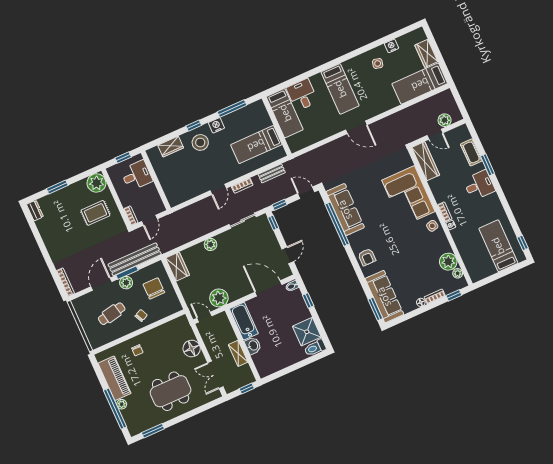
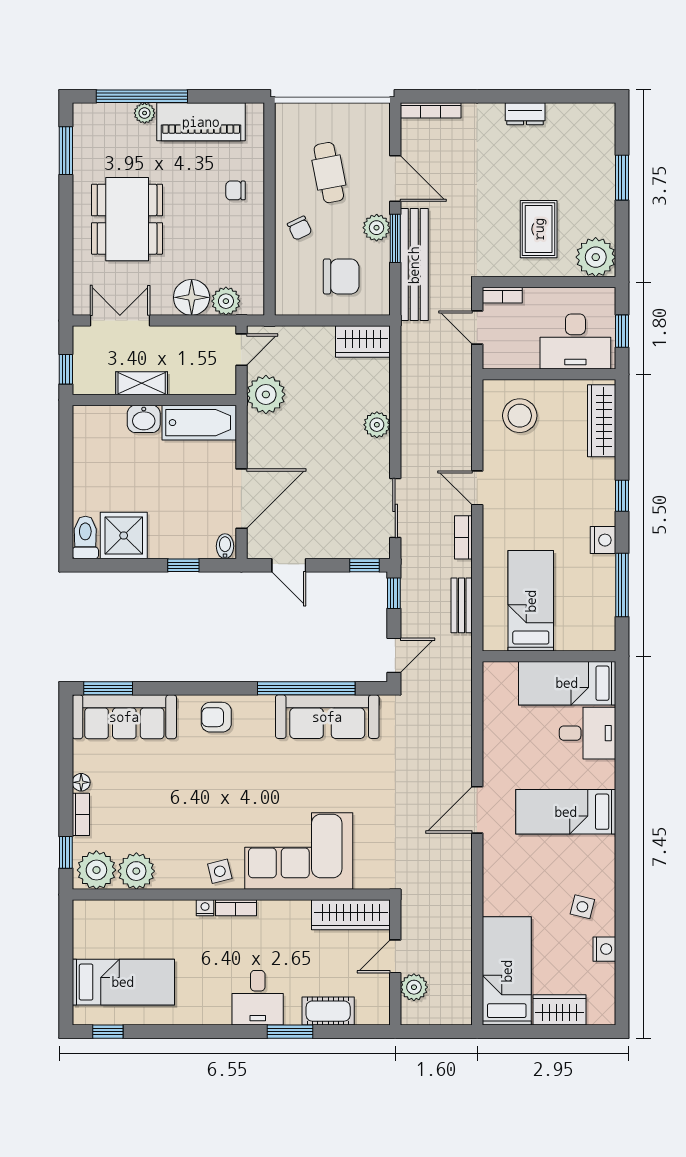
stool: (200, 142) -> (520, 416), moved
wardrobe: (171, 147) -> (602, 421), width x1.50
desk: (137, 175) -> (575, 342), width x1.37
dresser: (35, 211) -> (525, 114), moved
plant: (458, 273) -> (96, 870), width x1.87, depth x1.87
plant: (187, 333) -> (226, 301), added

